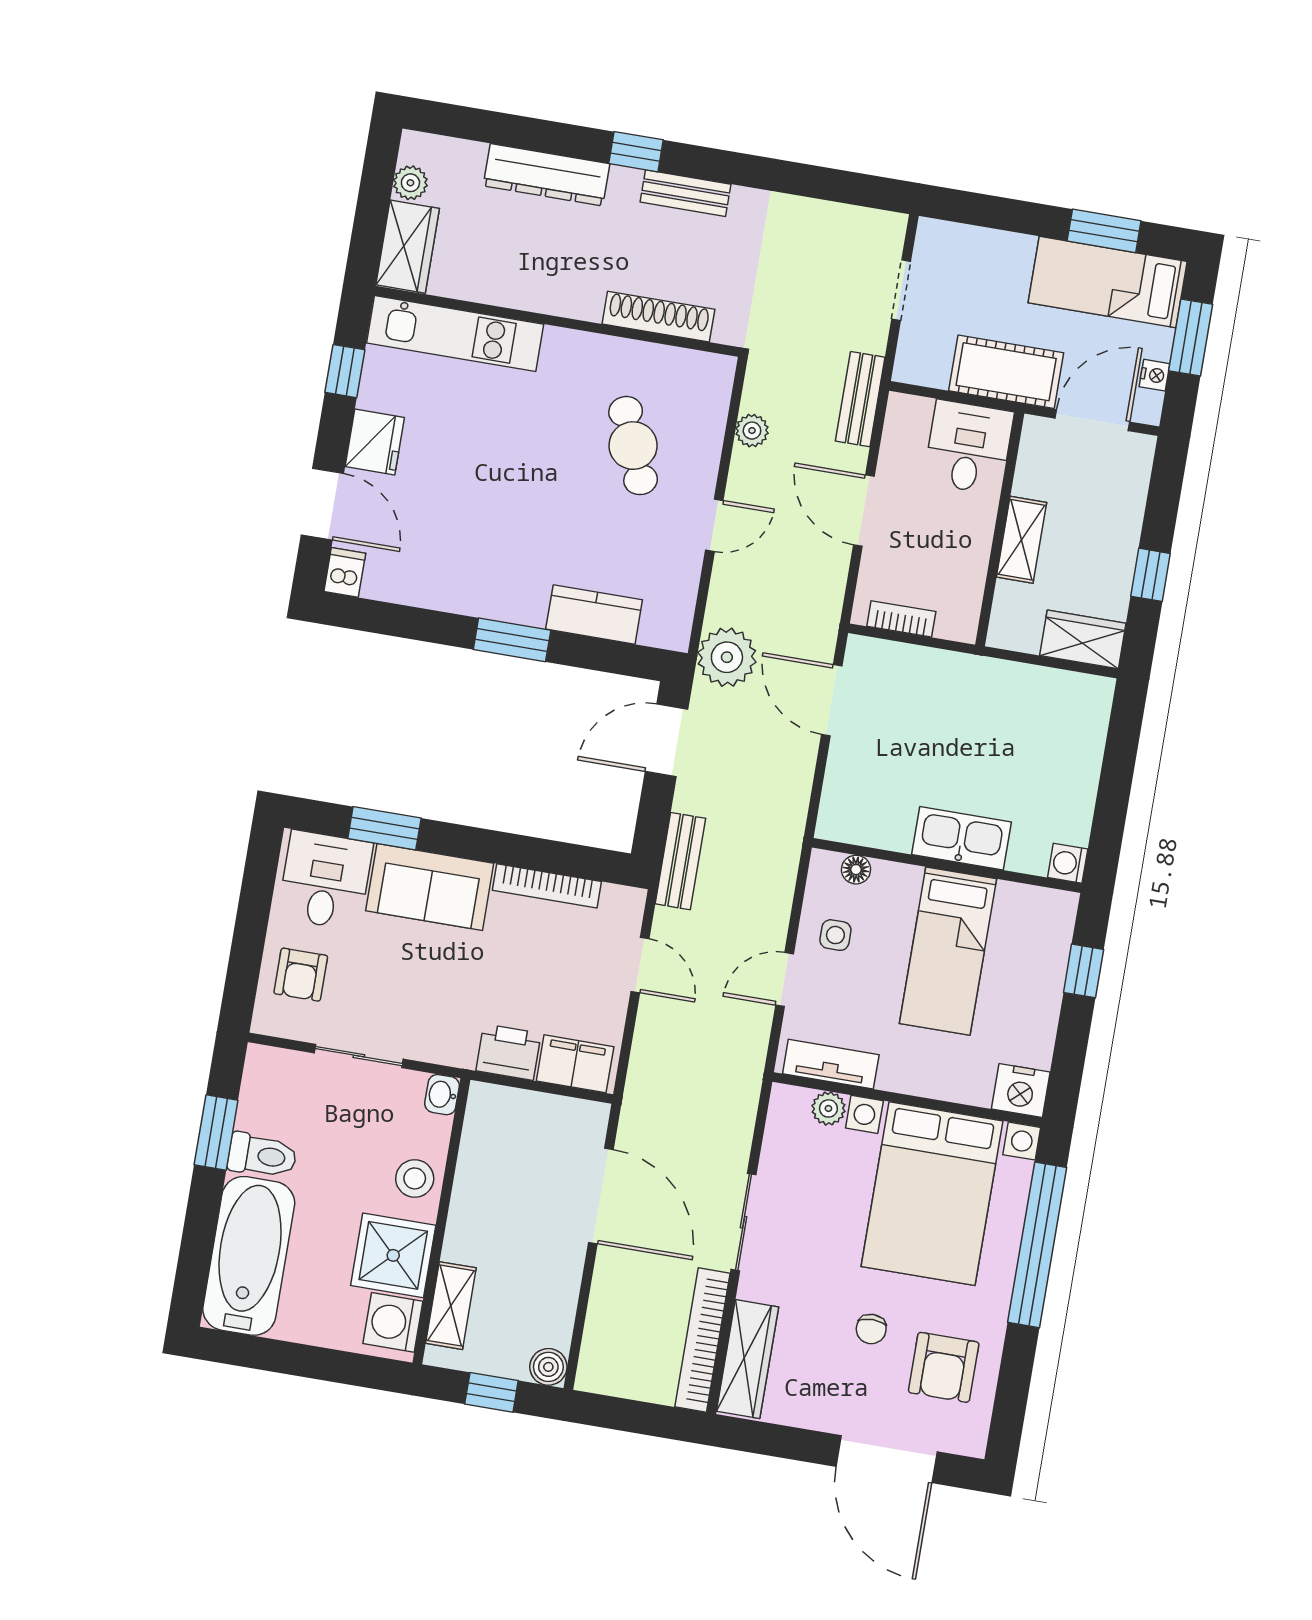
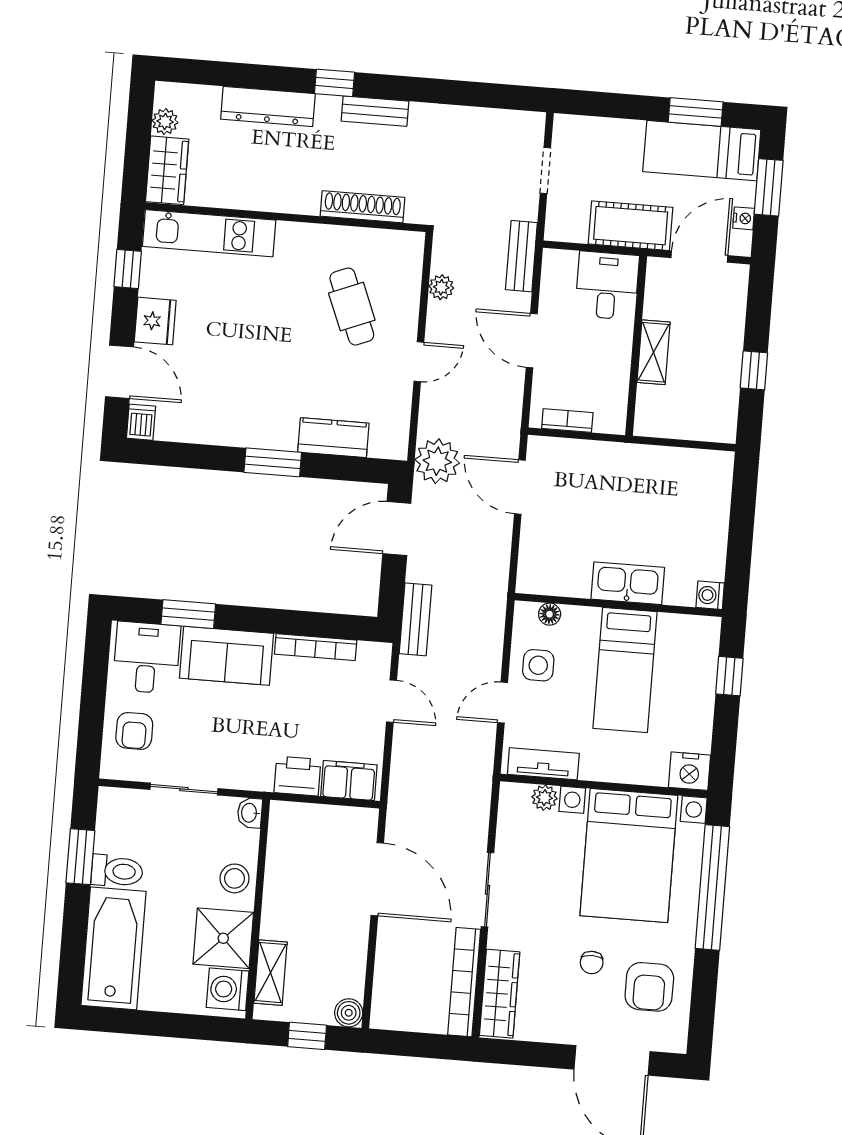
wardrobe: (1083, 639) -> (707, 424), removed
side table: (835, 935) -> (538, 665), width x1.37, depth x1.37

